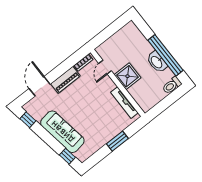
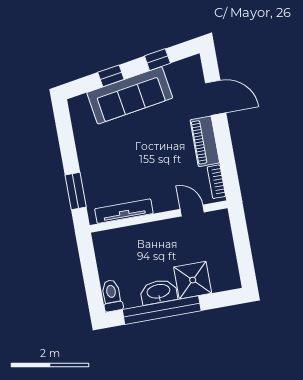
shower: (128, 76) -> (193, 280), moved
window: (28, 120) -> (157, 60), moved
window: (117, 141) -> (76, 191), moved
window: (67, 156) -> (111, 76), moved

